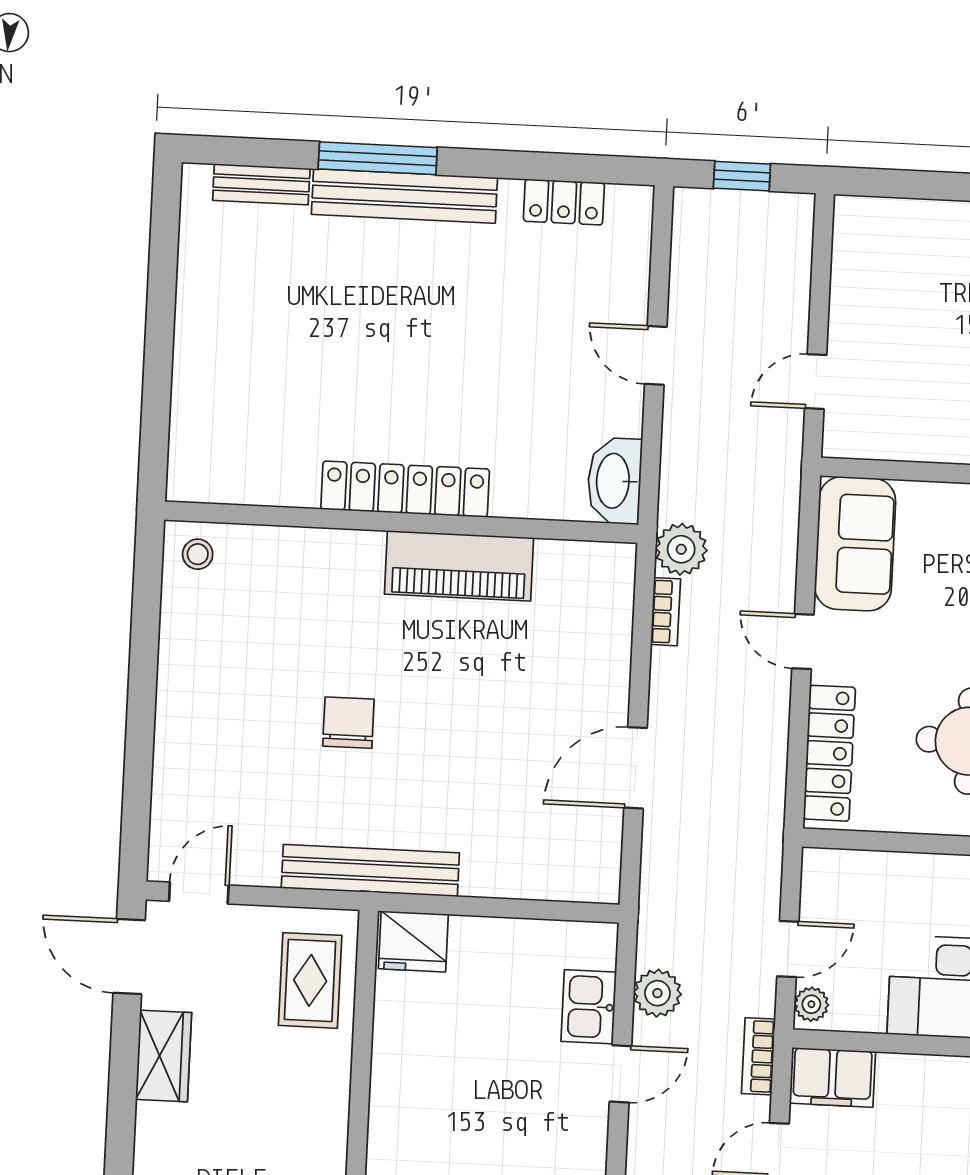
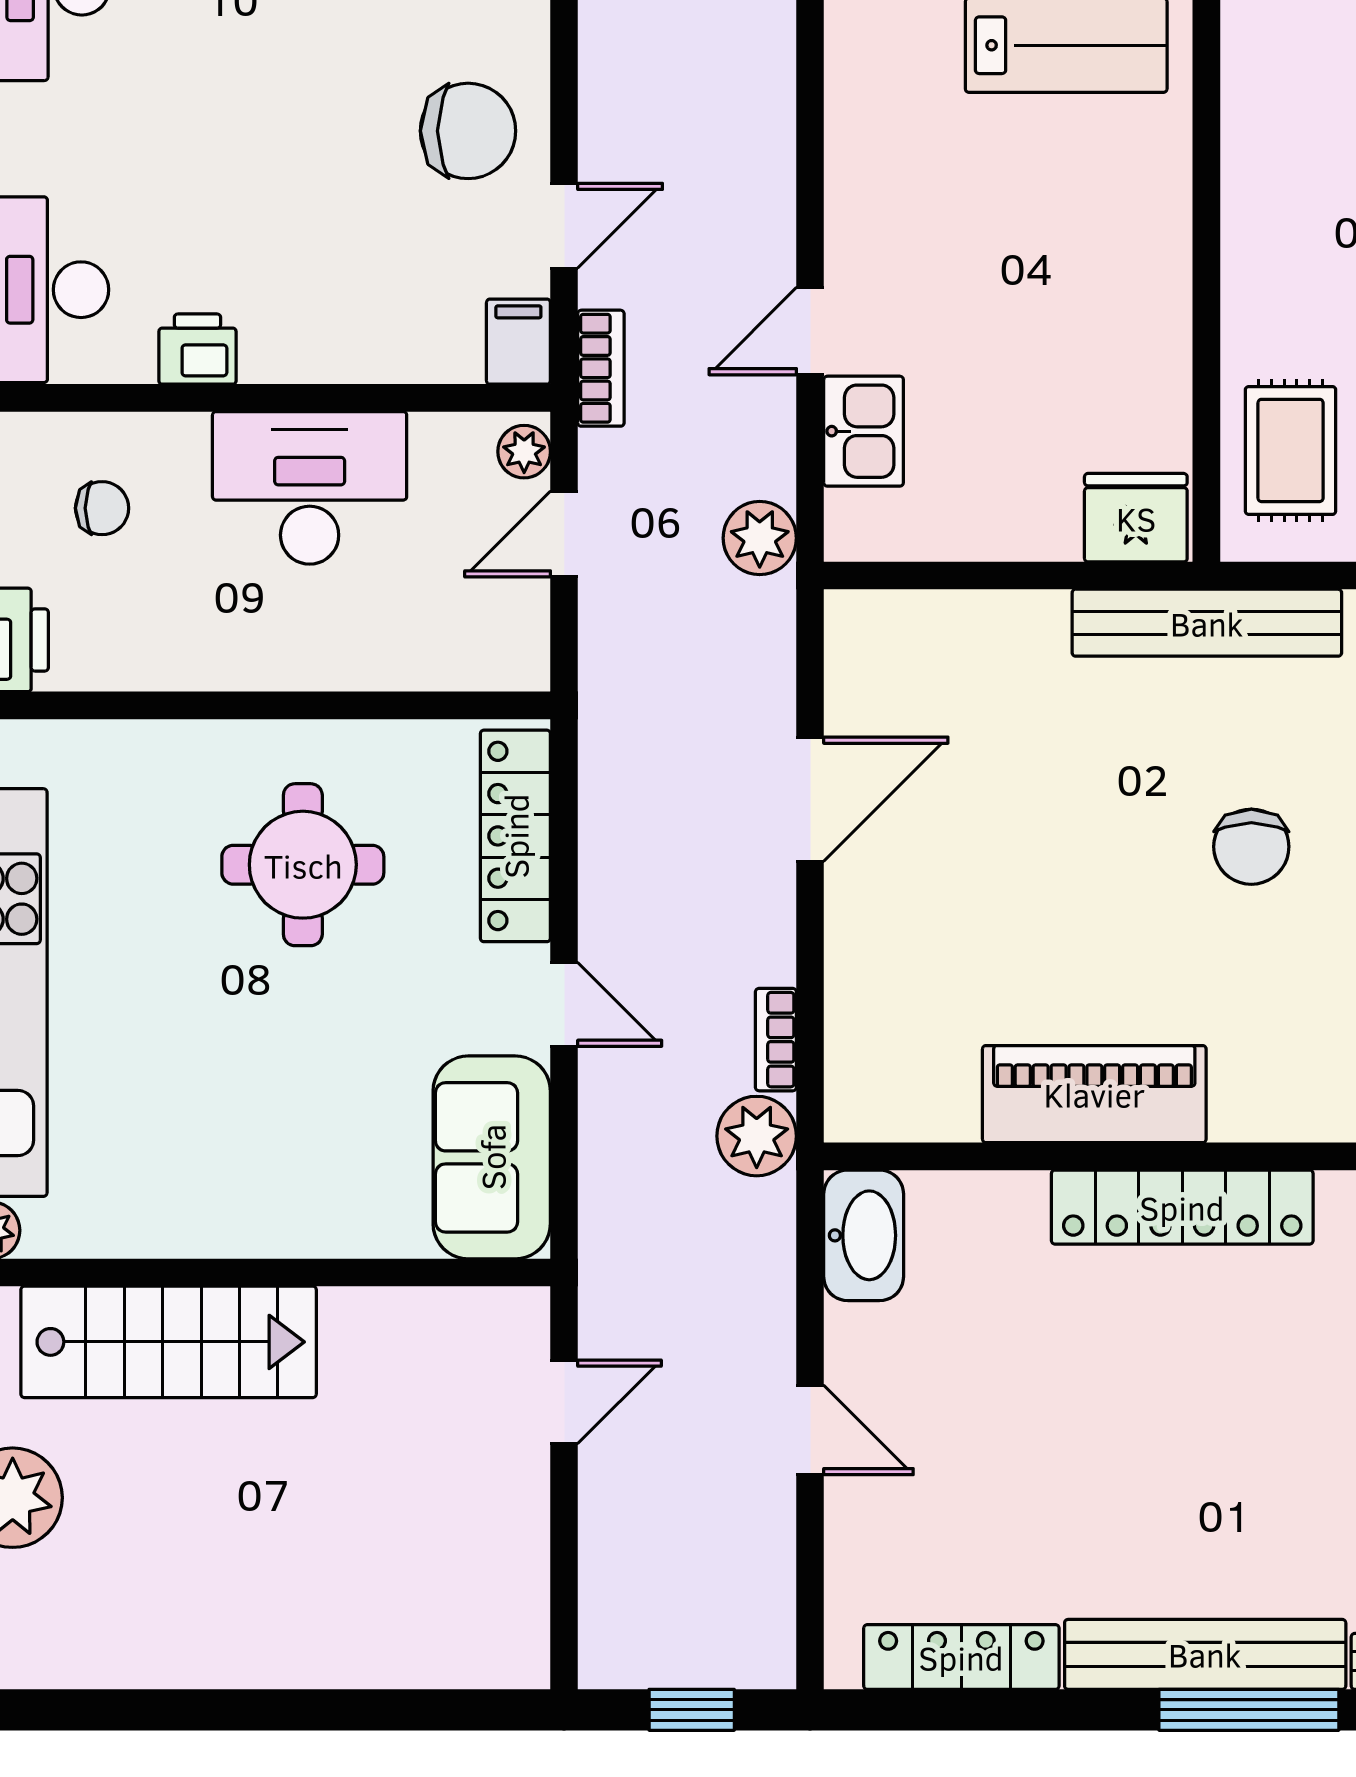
locker: (564, 202) -> (961, 1657), width x1.53
plant: (657, 993) -> (760, 538), moved
filing cabinet: (832, 1077) -> (518, 342), width x0.50

